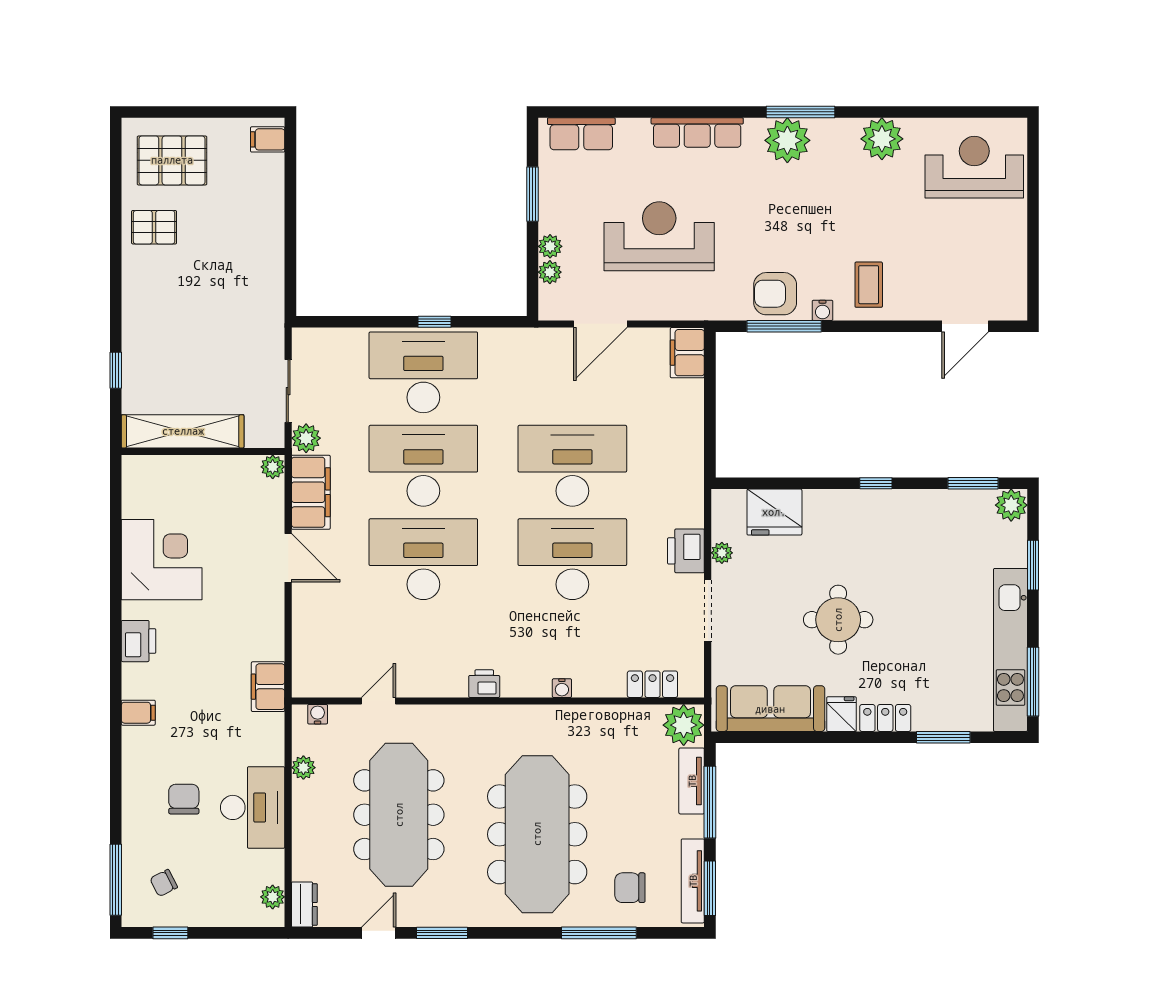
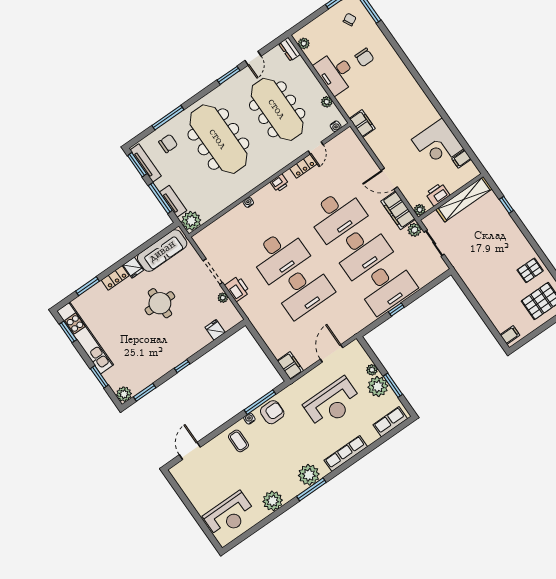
plant: (550, 272) -> (378, 386), moved, width x1.87, depth x1.87
fridge: (774, 512) -> (215, 330), width x0.53, depth x0.75
printer: (139, 641) -> (438, 194), moved, turned 90
window: (1033, 682) -> (68, 332), width x0.69
locker: (652, 684) -> (303, 166), moved
filing cabinet: (138, 713) -> (462, 159), moved

